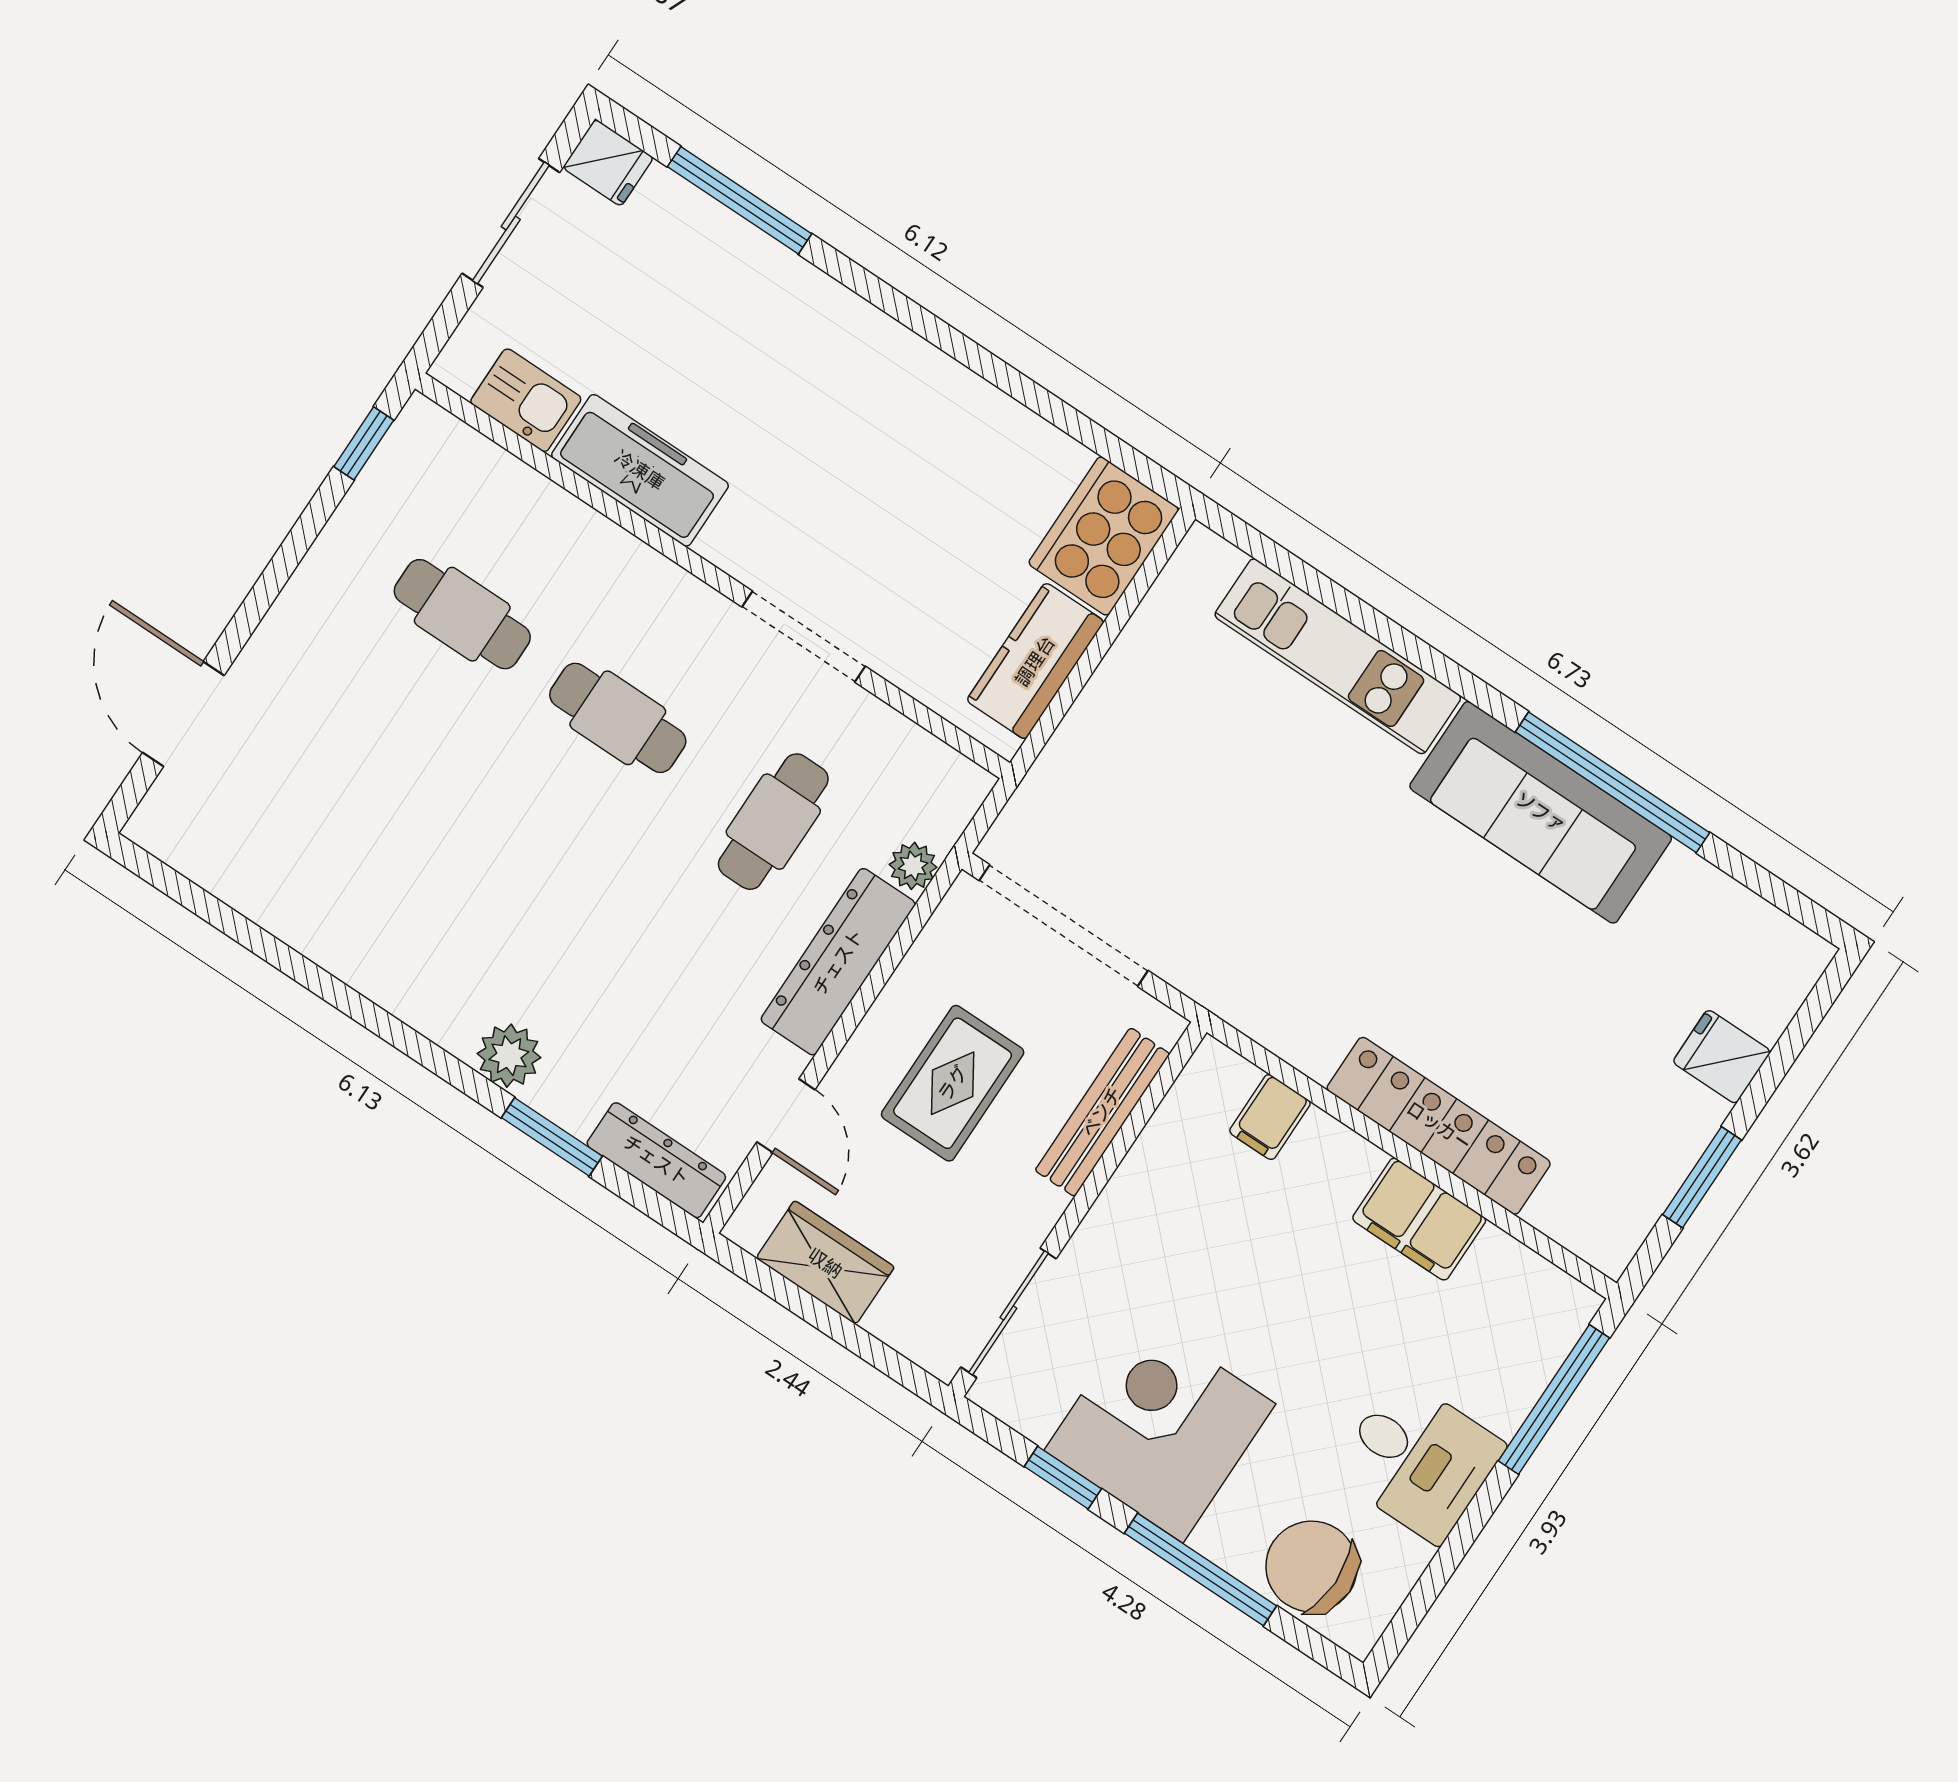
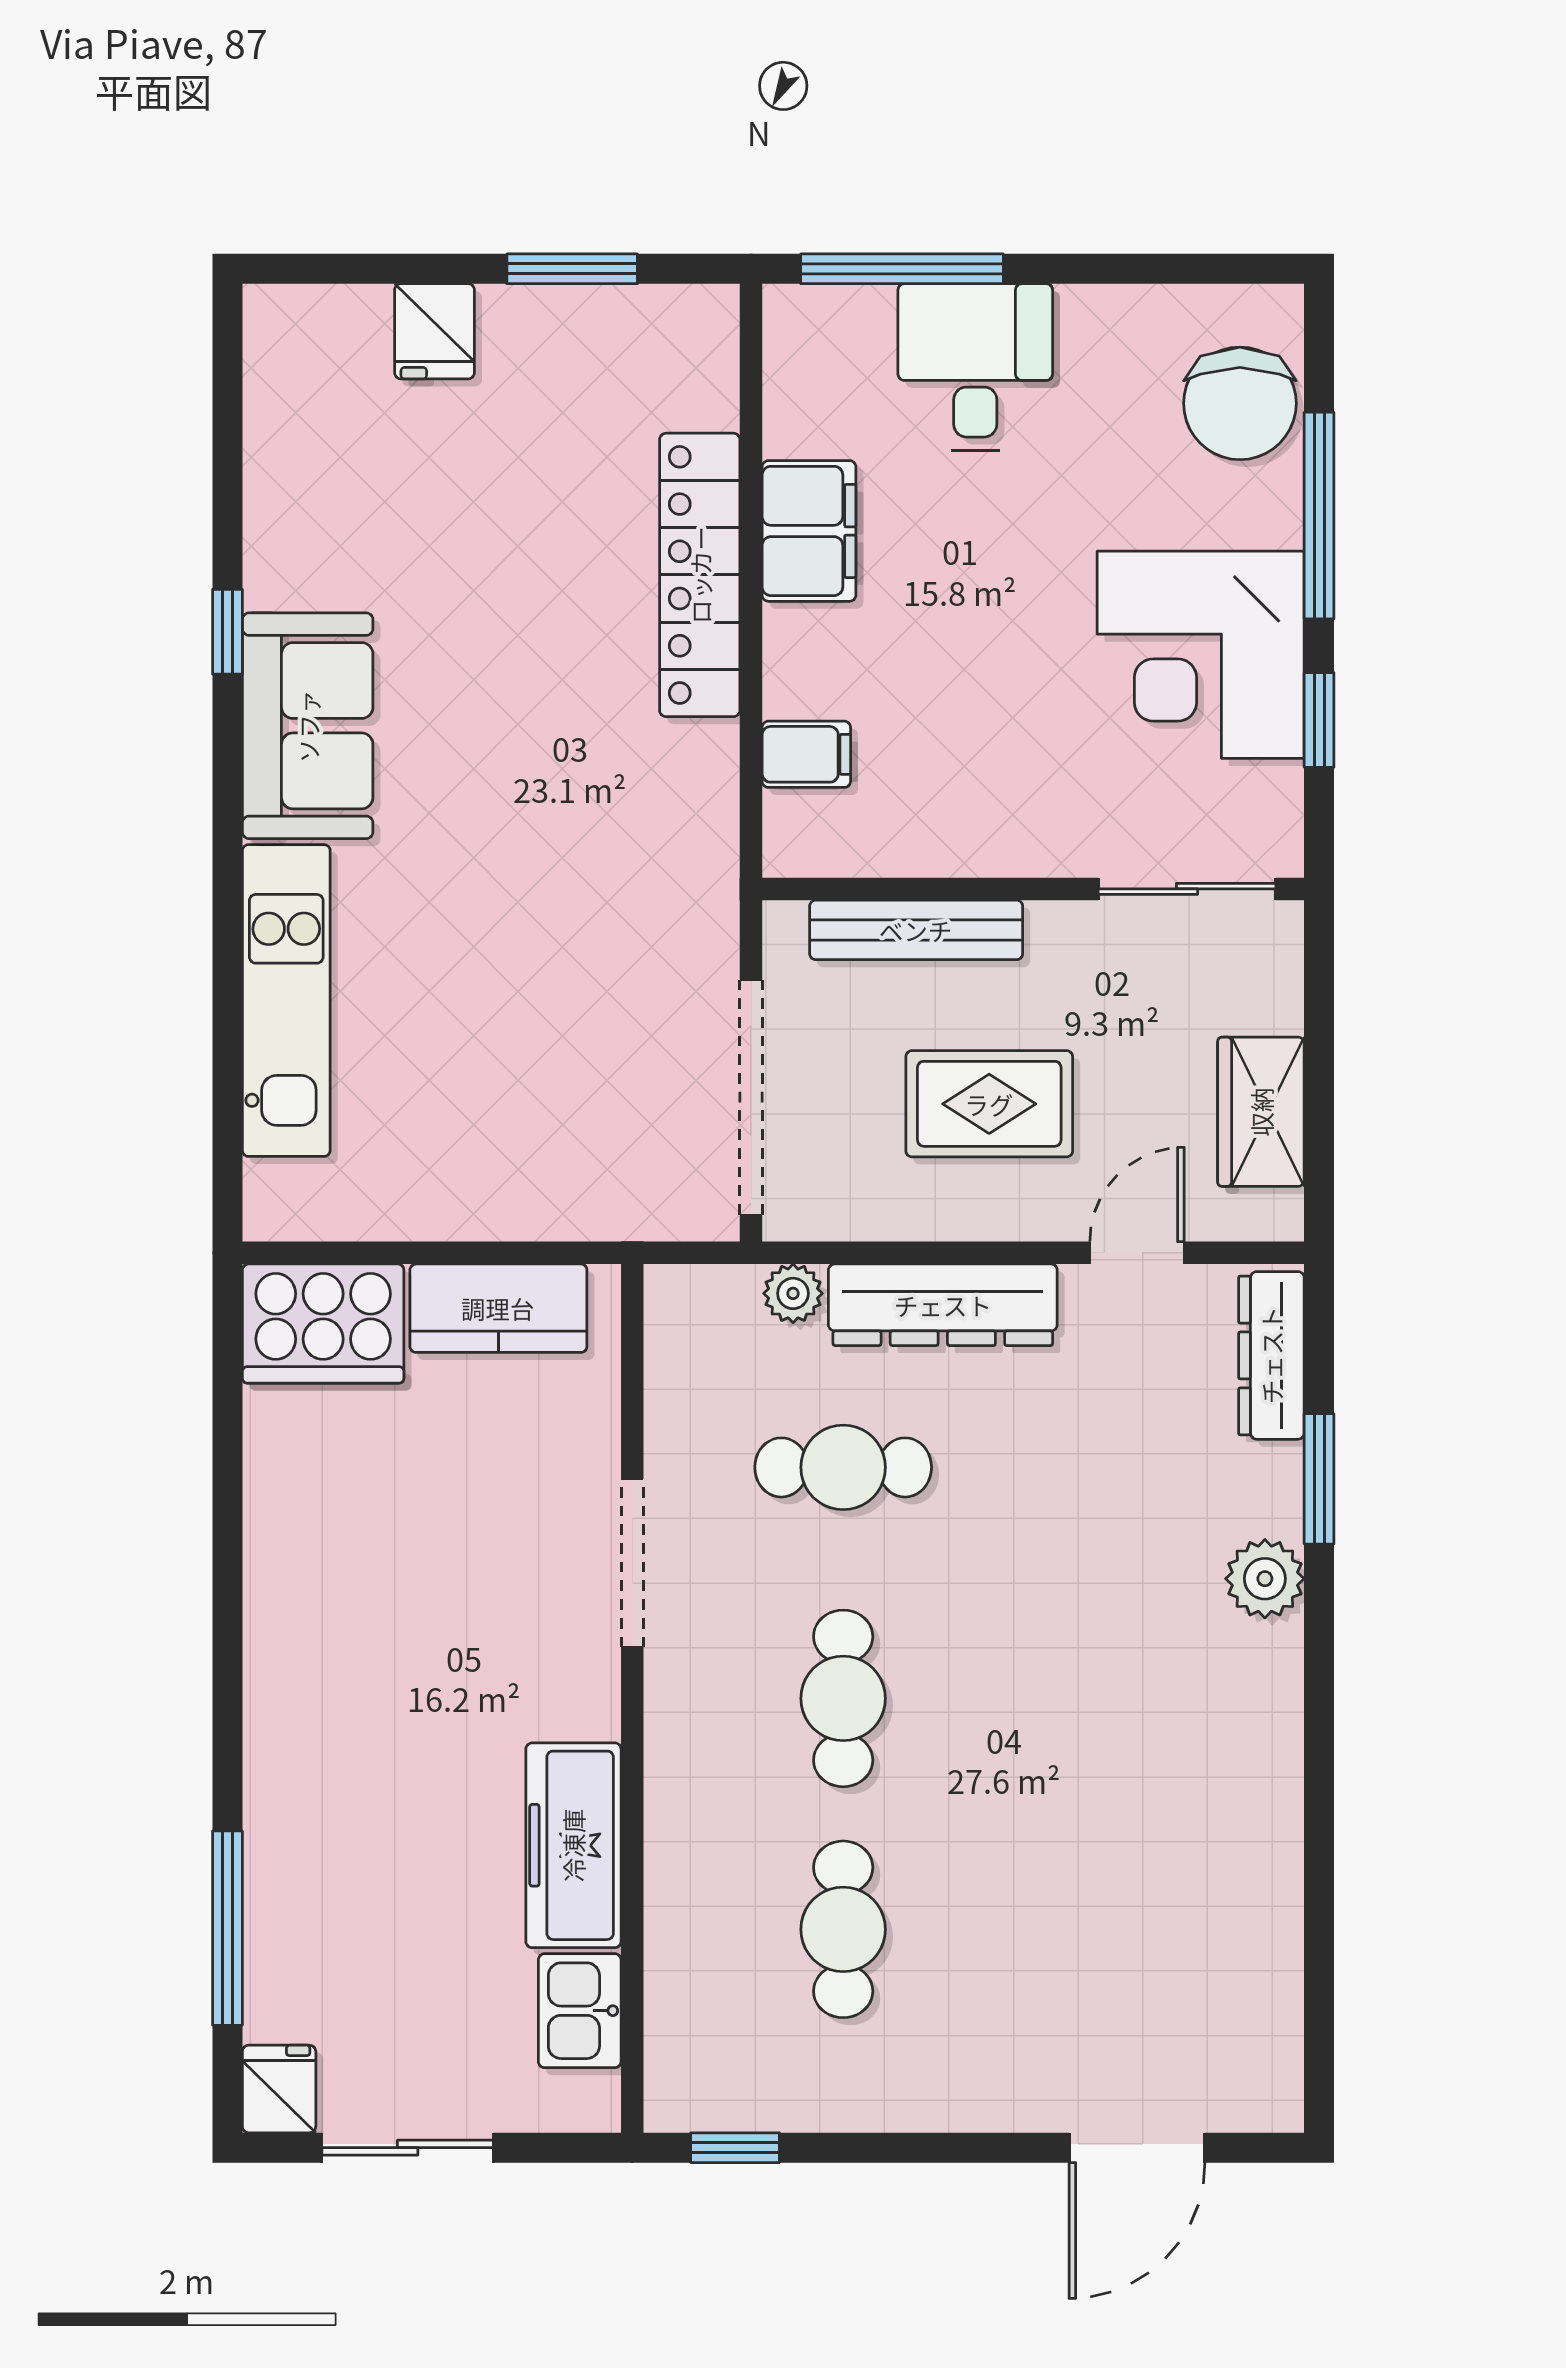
window: (1612, 782) -> (227, 632), width x0.32
sofa: (1541, 812) -> (308, 726), width x0.73
desk: (1418, 1460) -> (975, 367), moved

